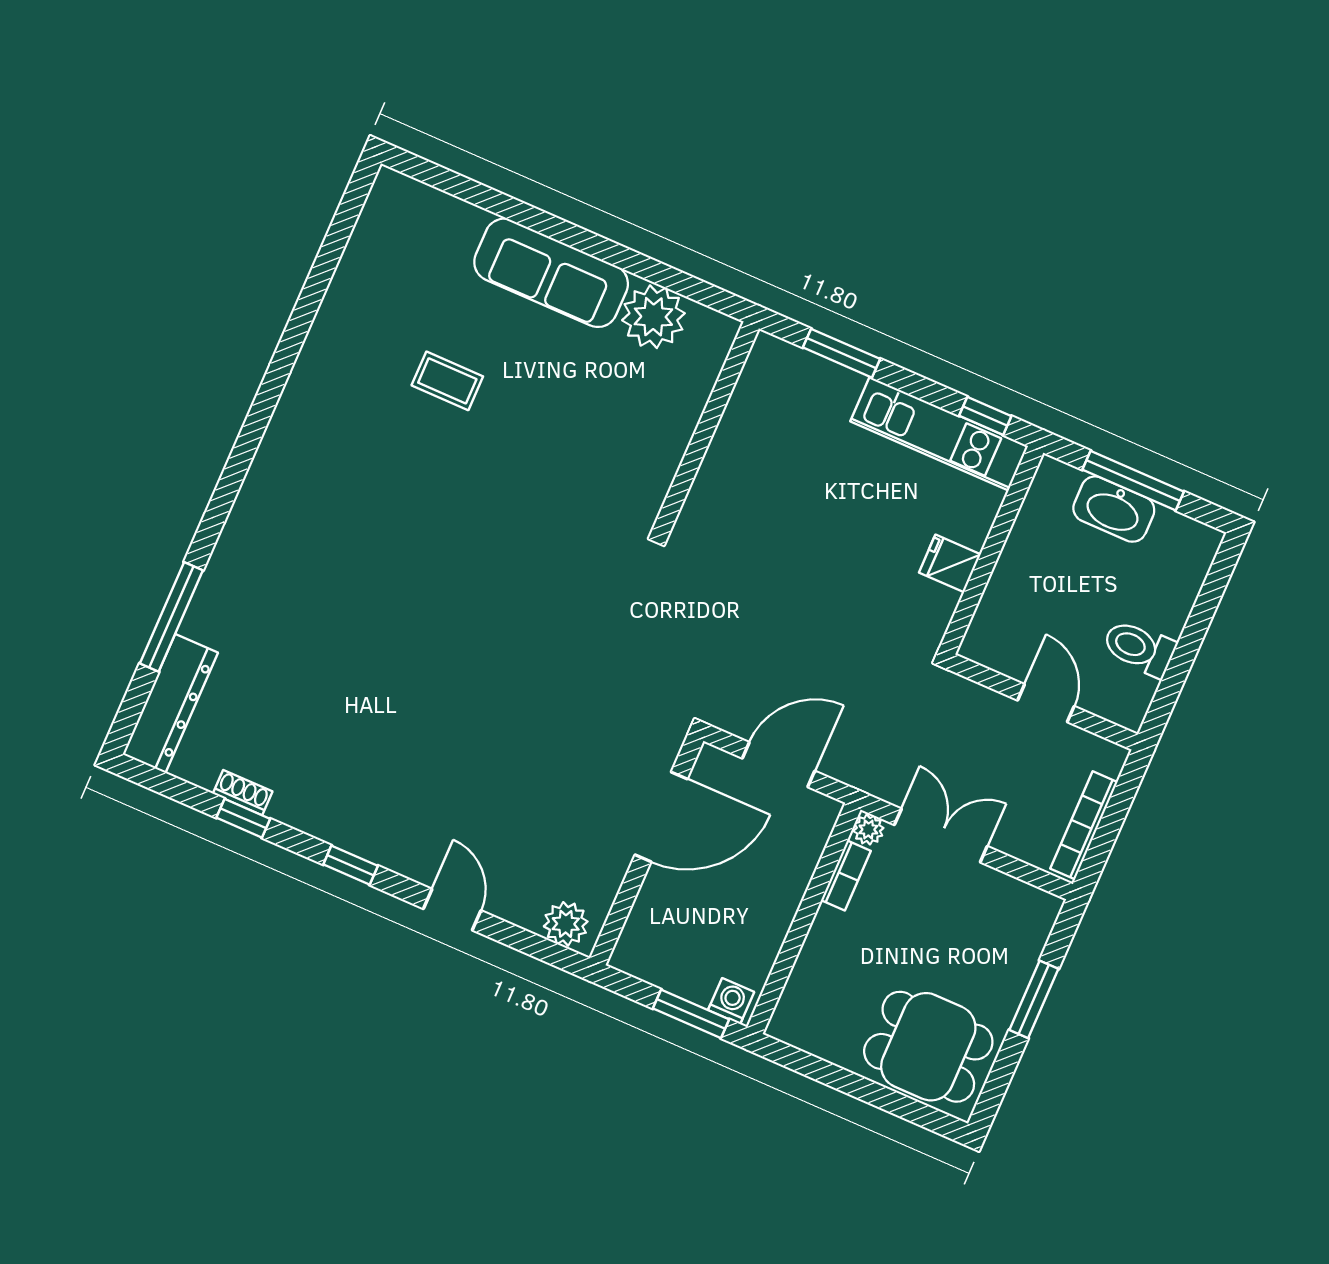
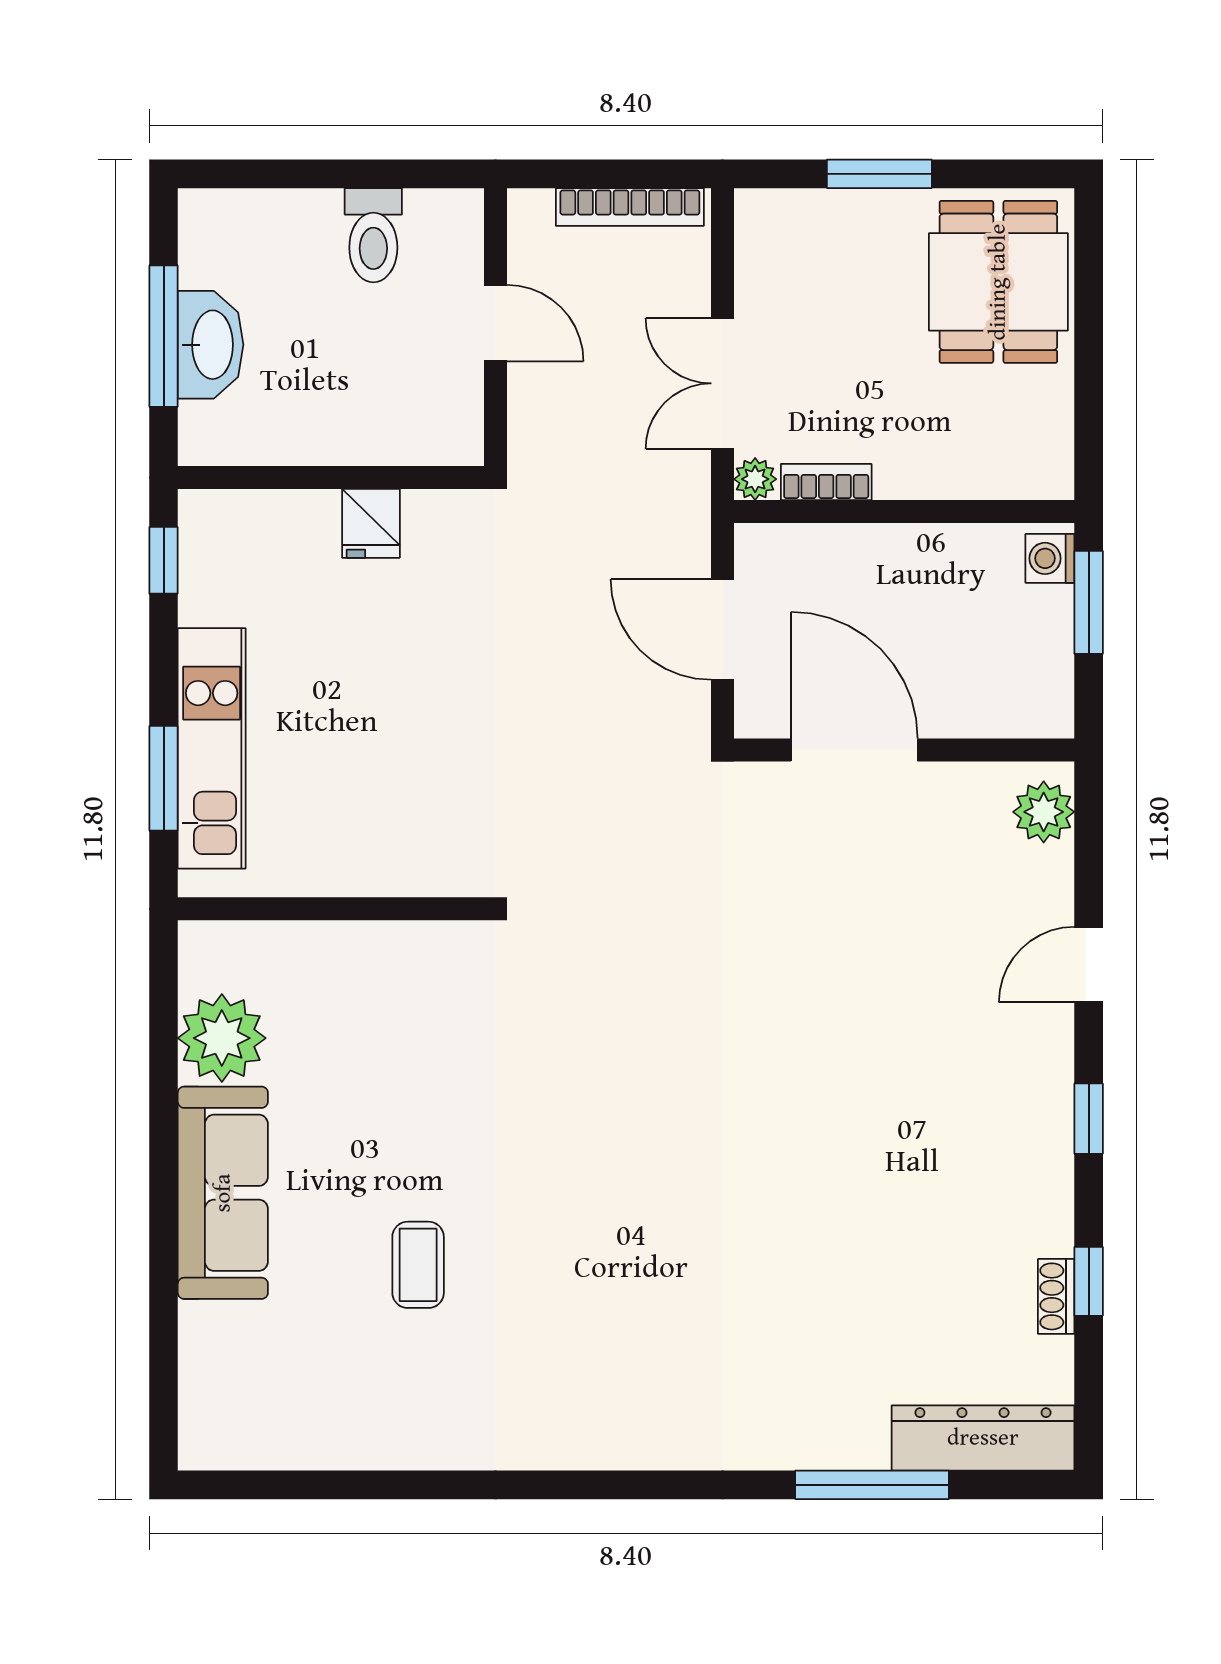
kitchen unit: (939, 434) -> (212, 748), moved
door: (1046, 703) -> (496, 323), swing flipped

